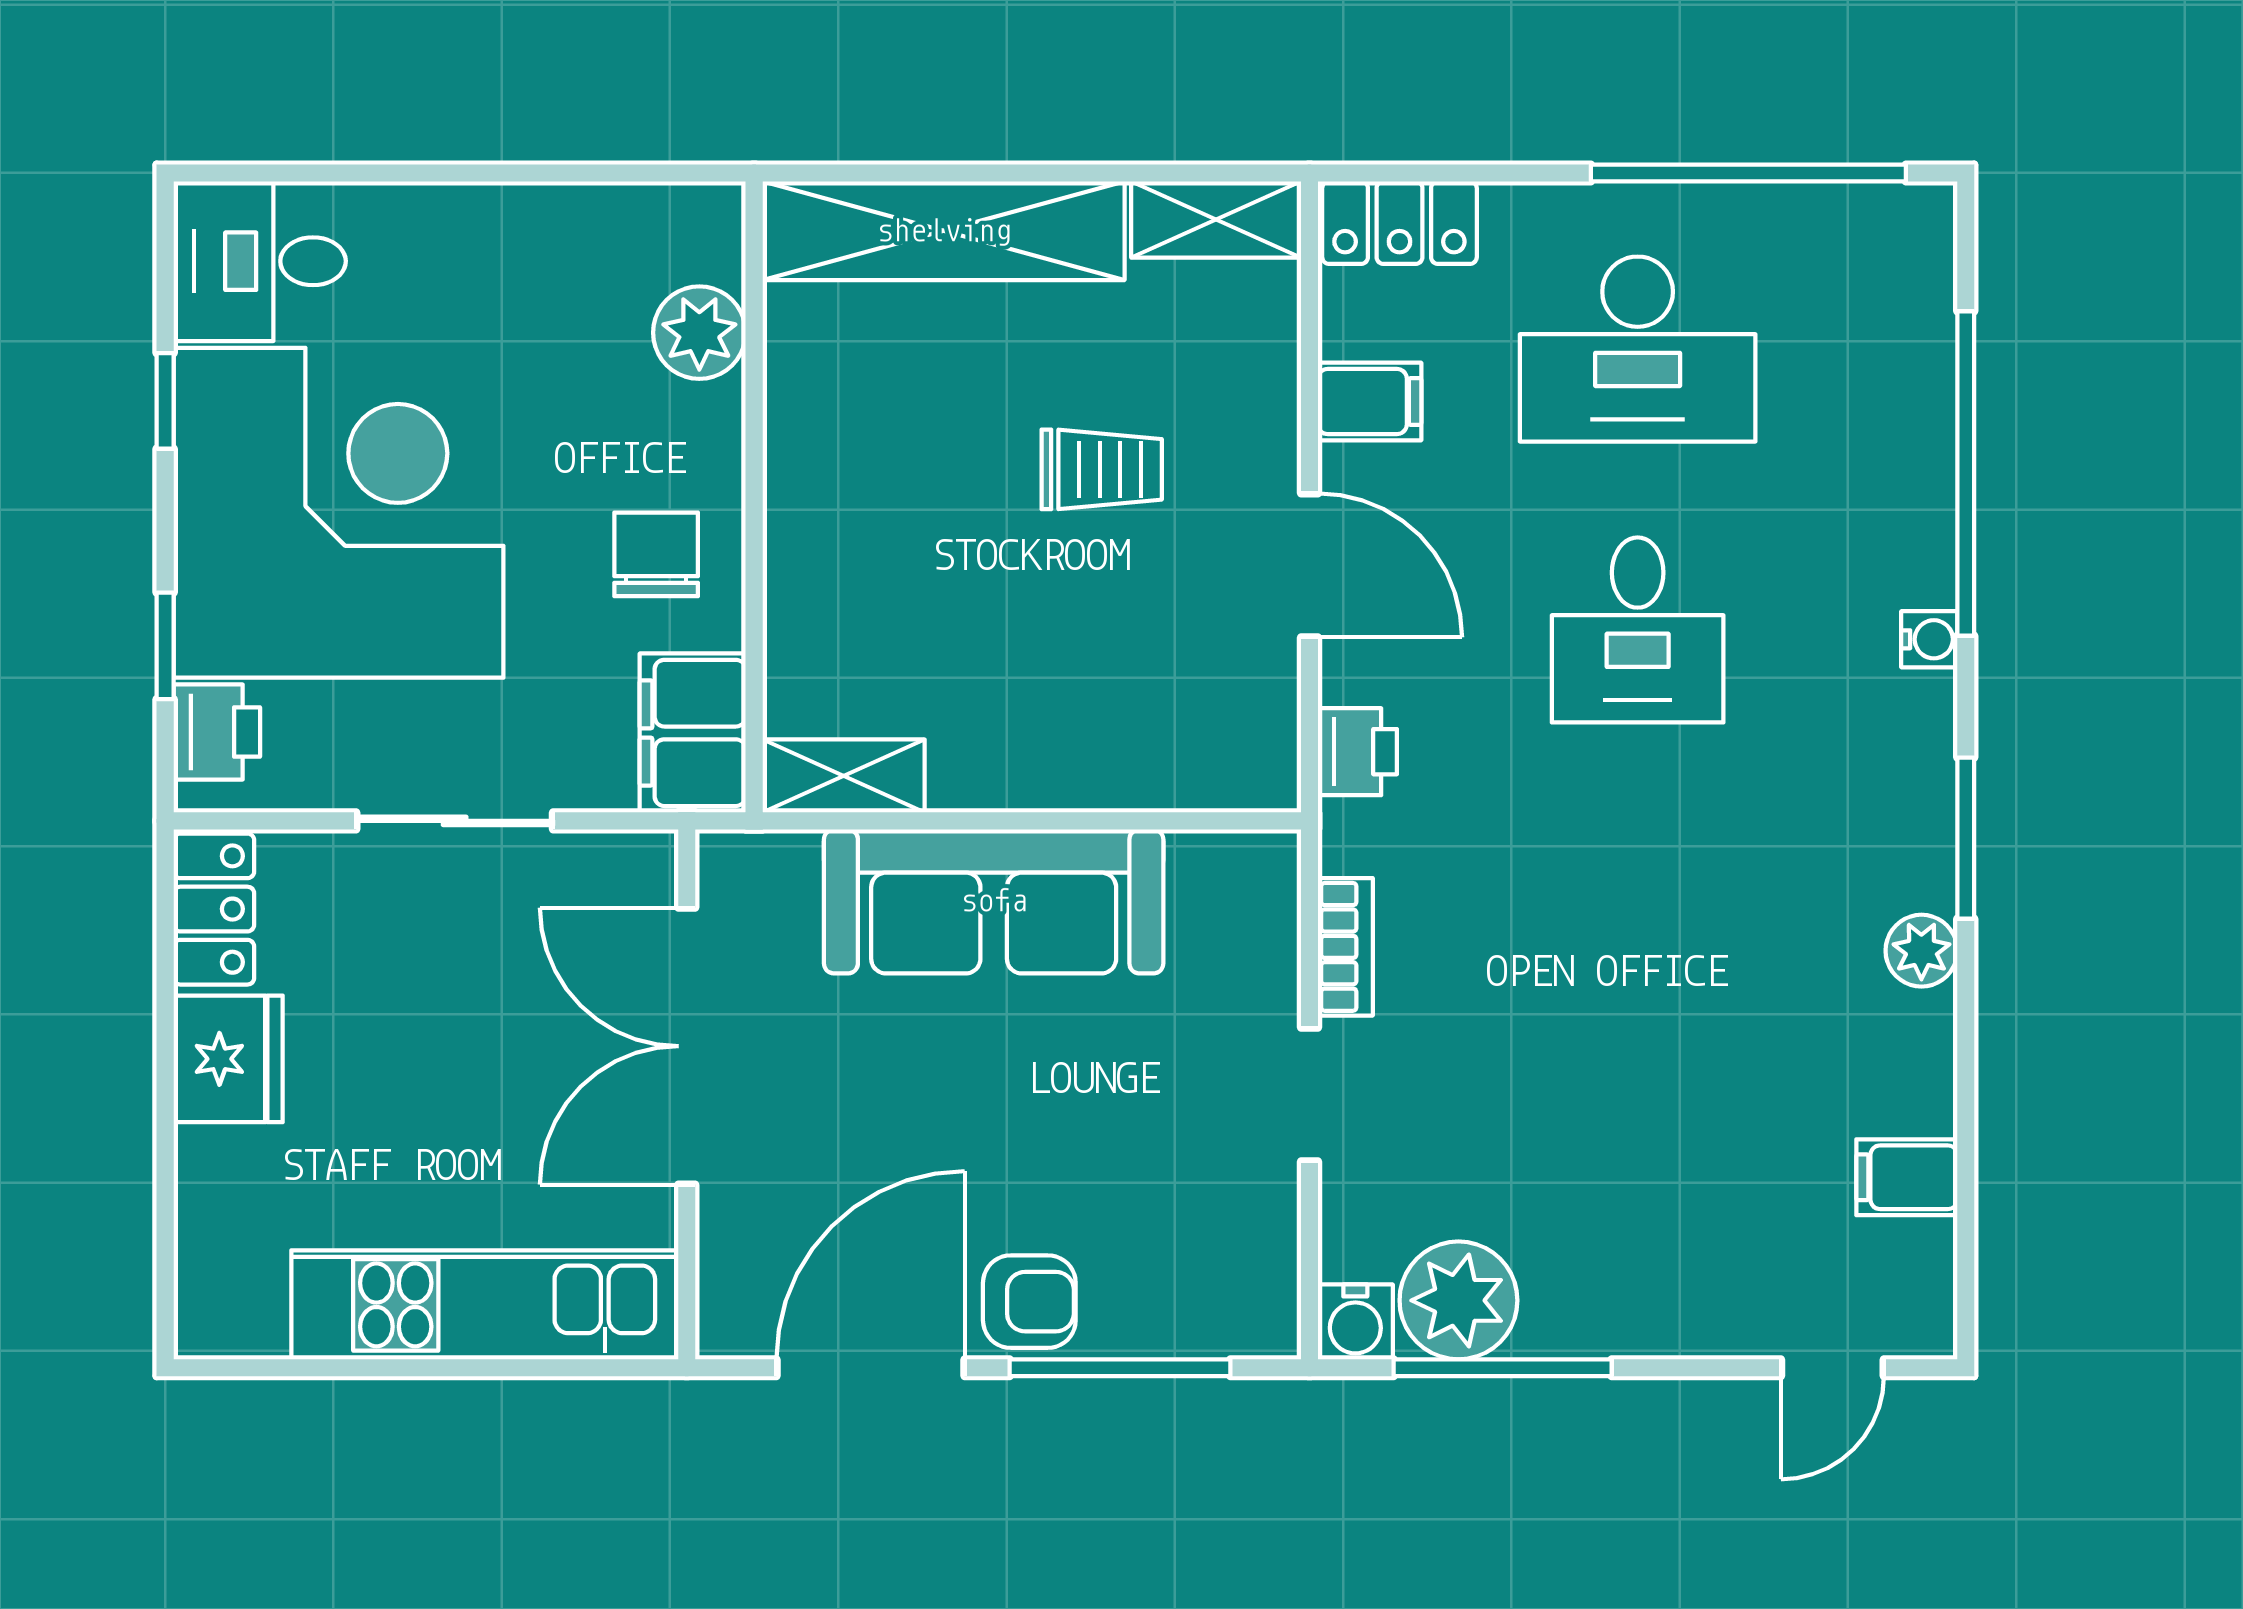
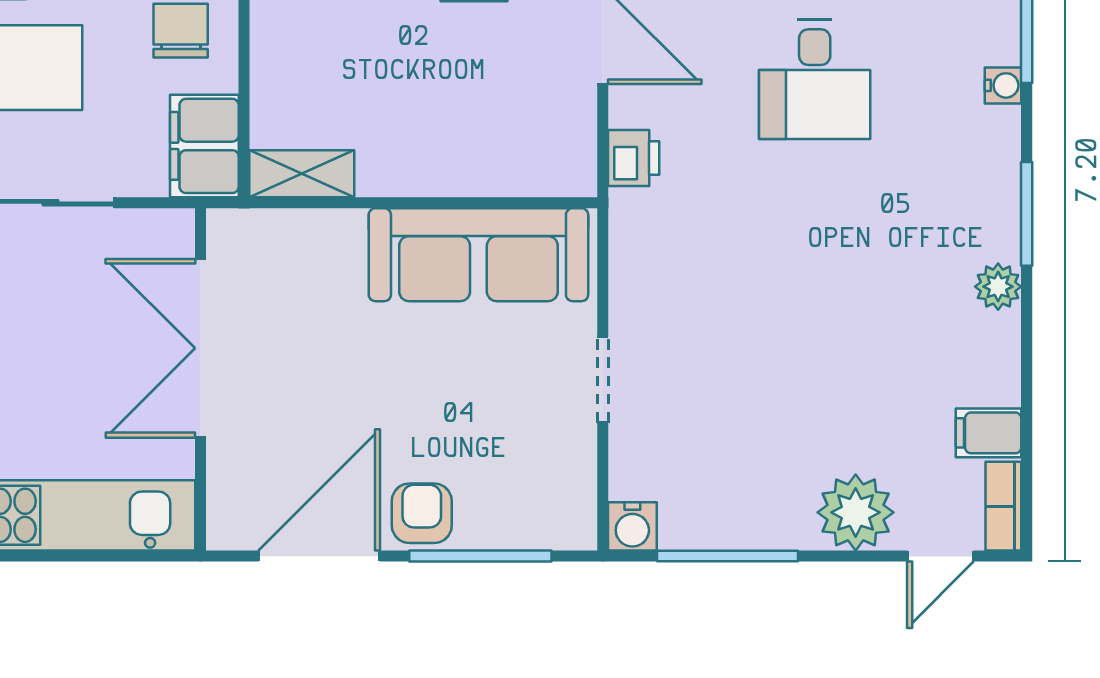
sofa: (994, 901) -> (478, 255), moved
bookcase: (1345, 947) -> (1003, 506), moved, turned 180
plant: (1458, 1300) -> (856, 512), moved
armchair: (1029, 1302) -> (422, 513), turned -90

